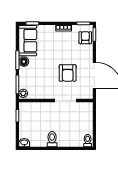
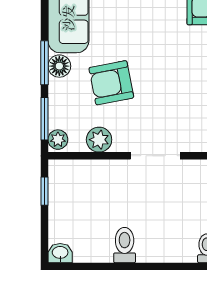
armchair: (68, 73) -> (111, 83), moved, turned 79
plant: (41, 93) -> (99, 140), added

